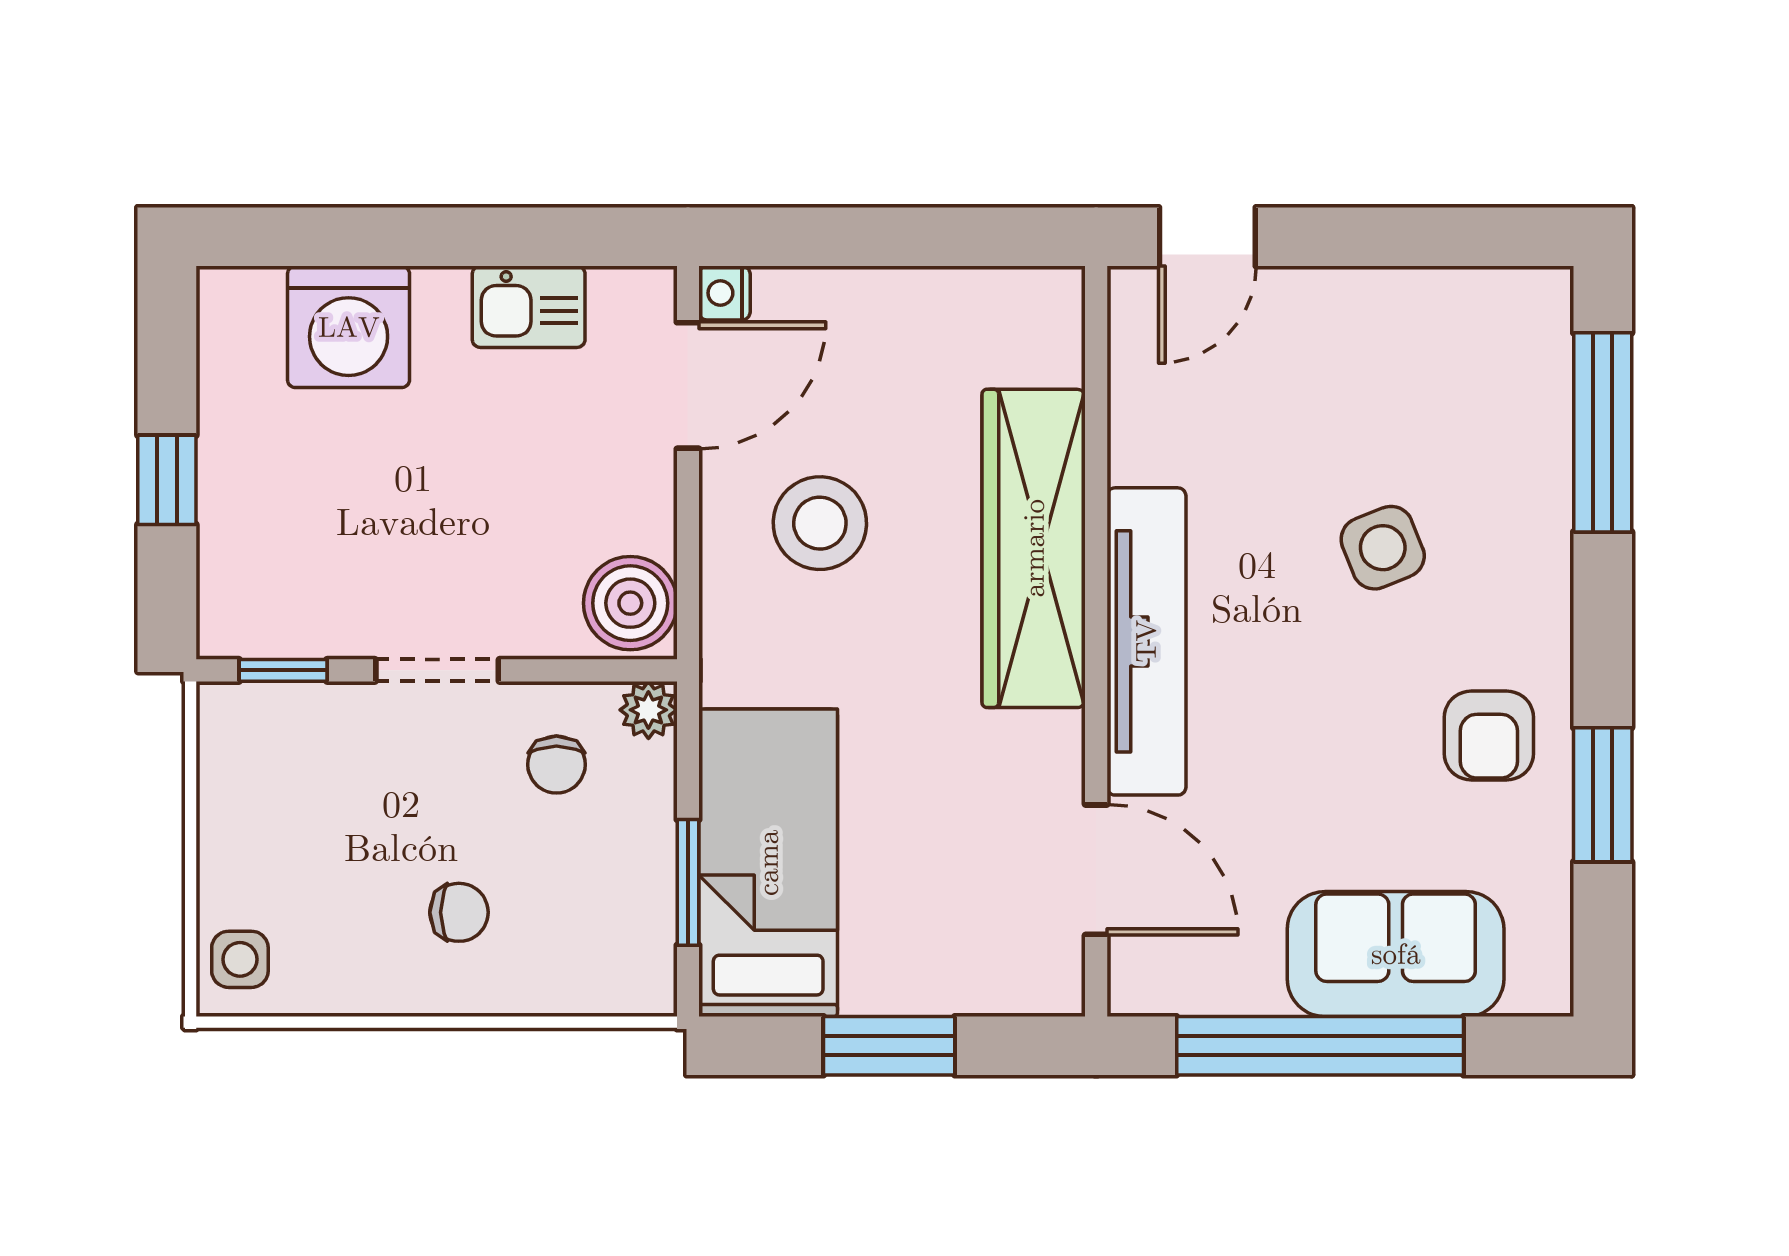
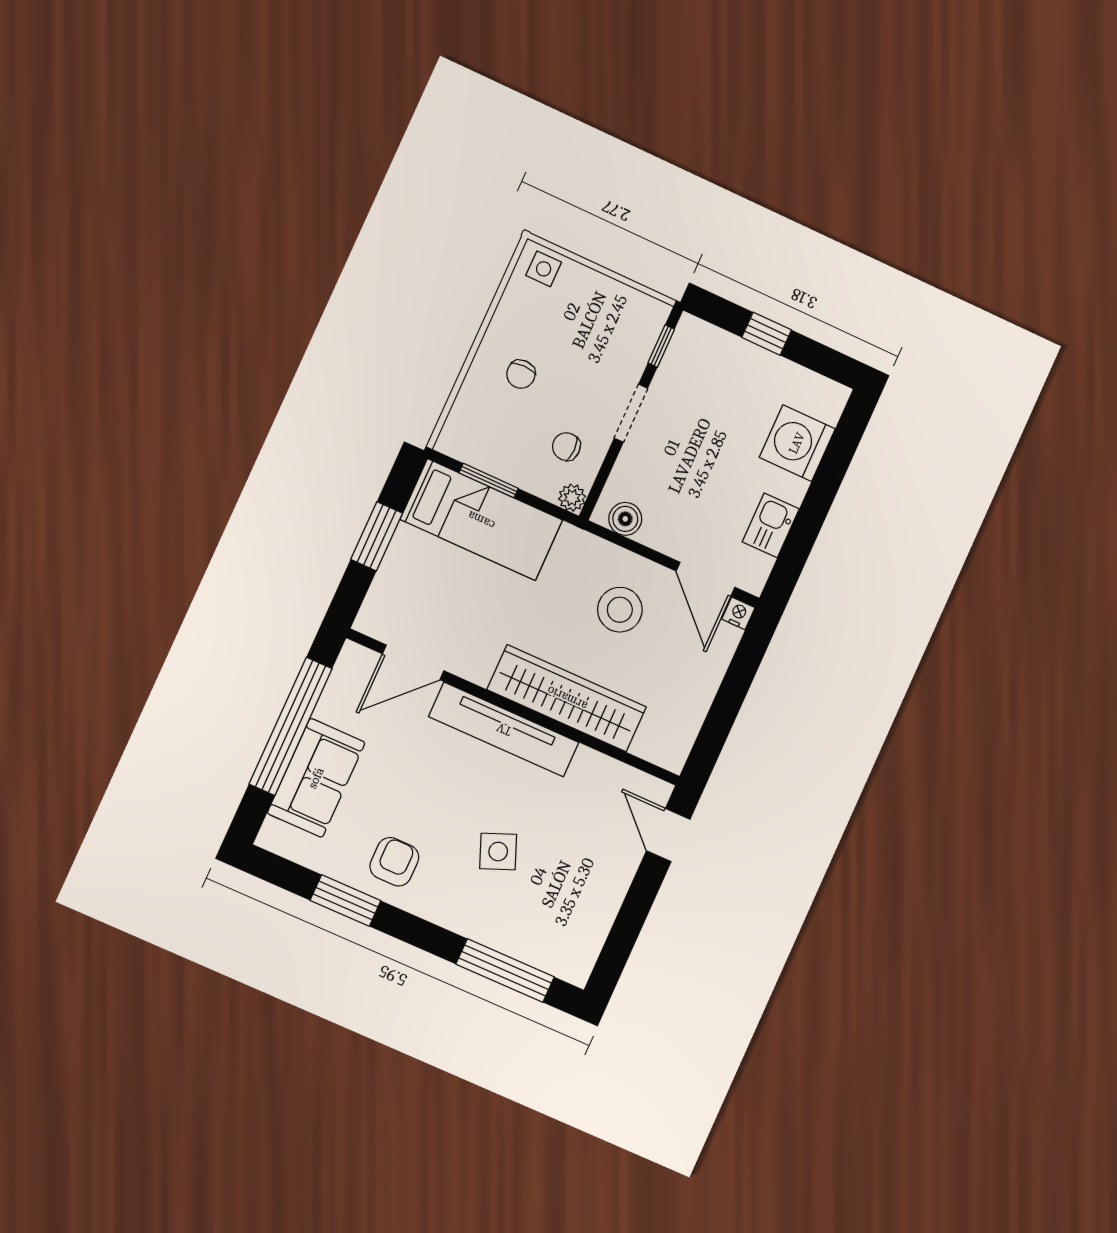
boiler: (630, 603) -> (625, 519), width x0.73, depth x0.73
armchair: (1489, 735) -> (394, 862), turned 90

